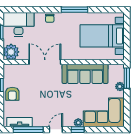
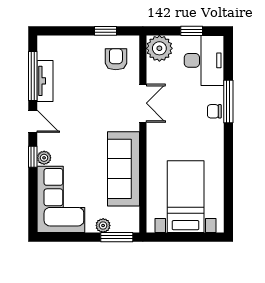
window: (74, 10) -> (228, 101), moved
double door: (45, 62) -> (143, 103), width x0.73
armchair: (12, 94) -> (116, 59), moved, turned 90
tv unit: (20, 122) -> (45, 81), moved

